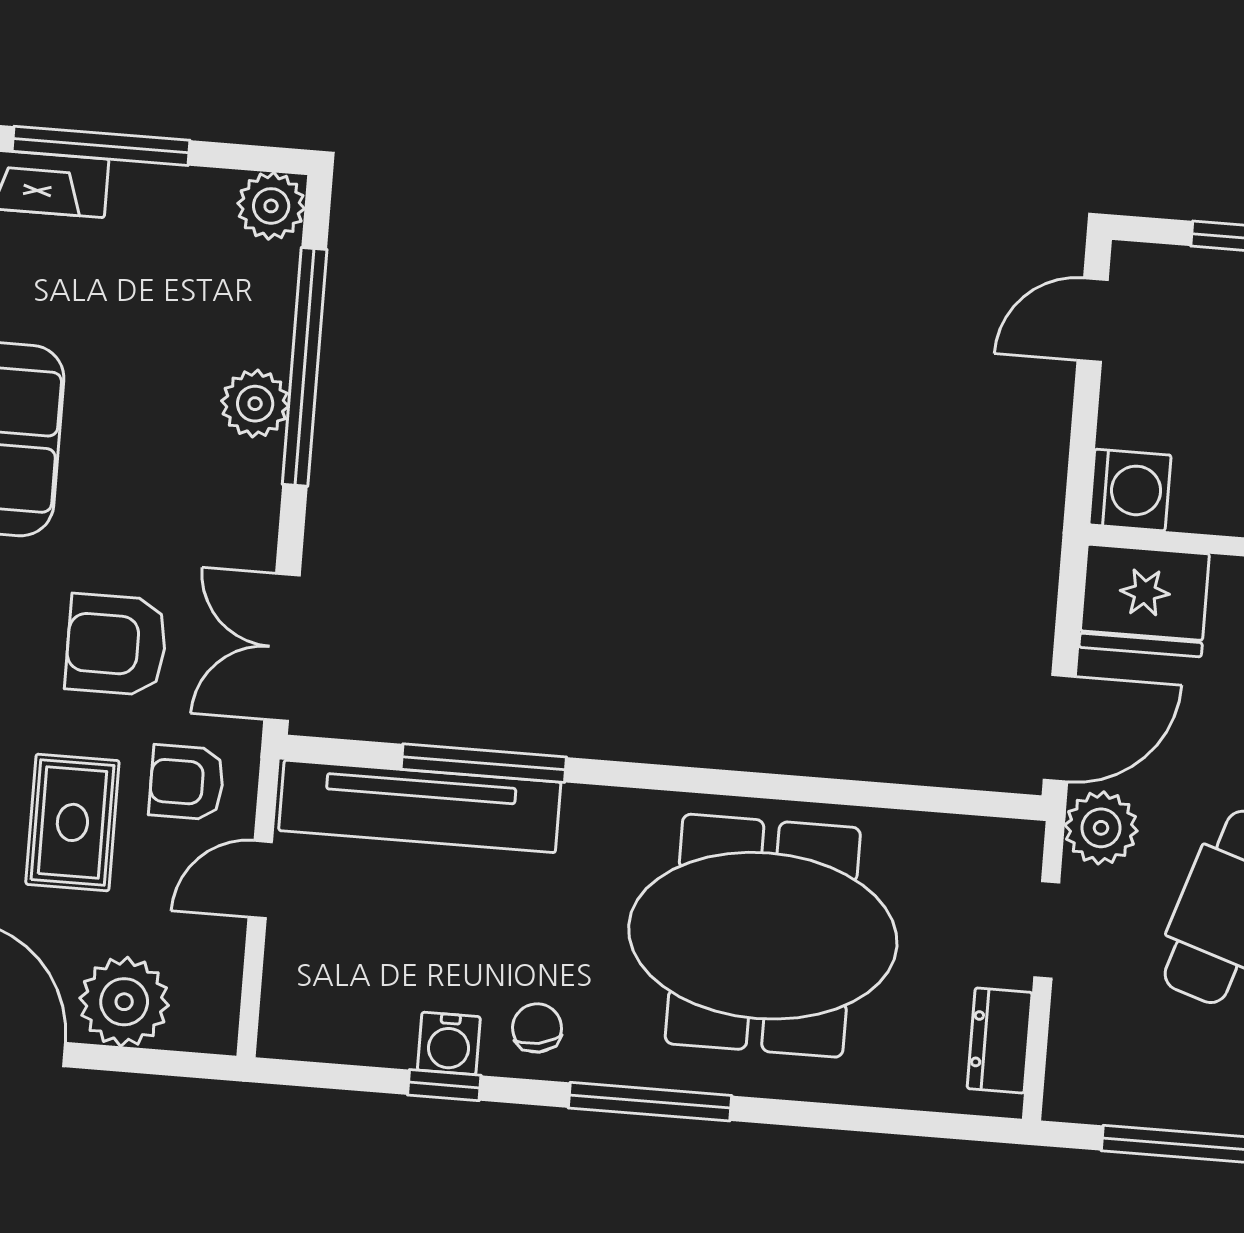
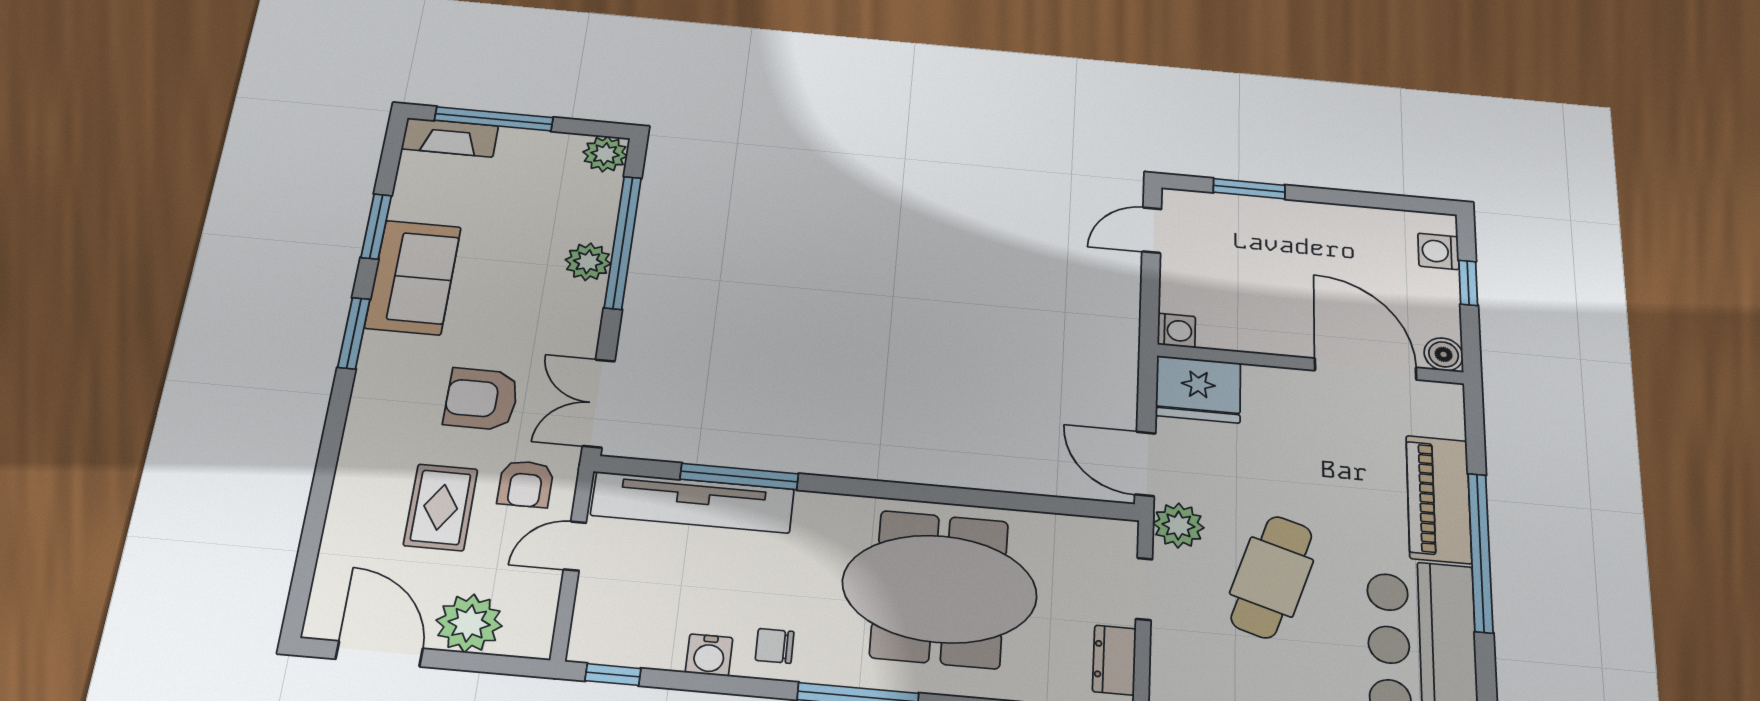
washing machine: (1130, 490) -> (1176, 331), width x0.73, depth x0.73
door: (1060, 728) -> (1145, 464), swing flipped
armchair: (187, 782) -> (525, 484), turned -90
chair: (537, 1028) -> (775, 646), turned -79
window: (444, 1085) -> (613, 675), moved

